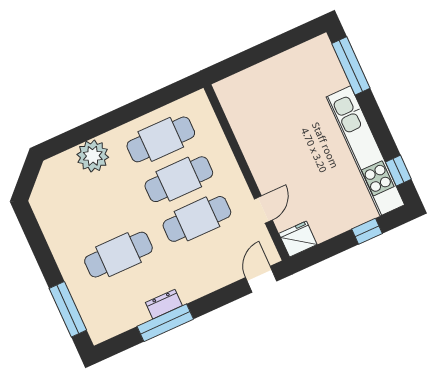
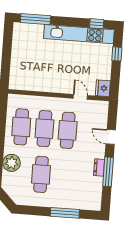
cafe table: (118, 255) -> (41, 174), moved
door: (261, 279) -> (111, 137), moved
window: (68, 309) -> (65, 213), moved

